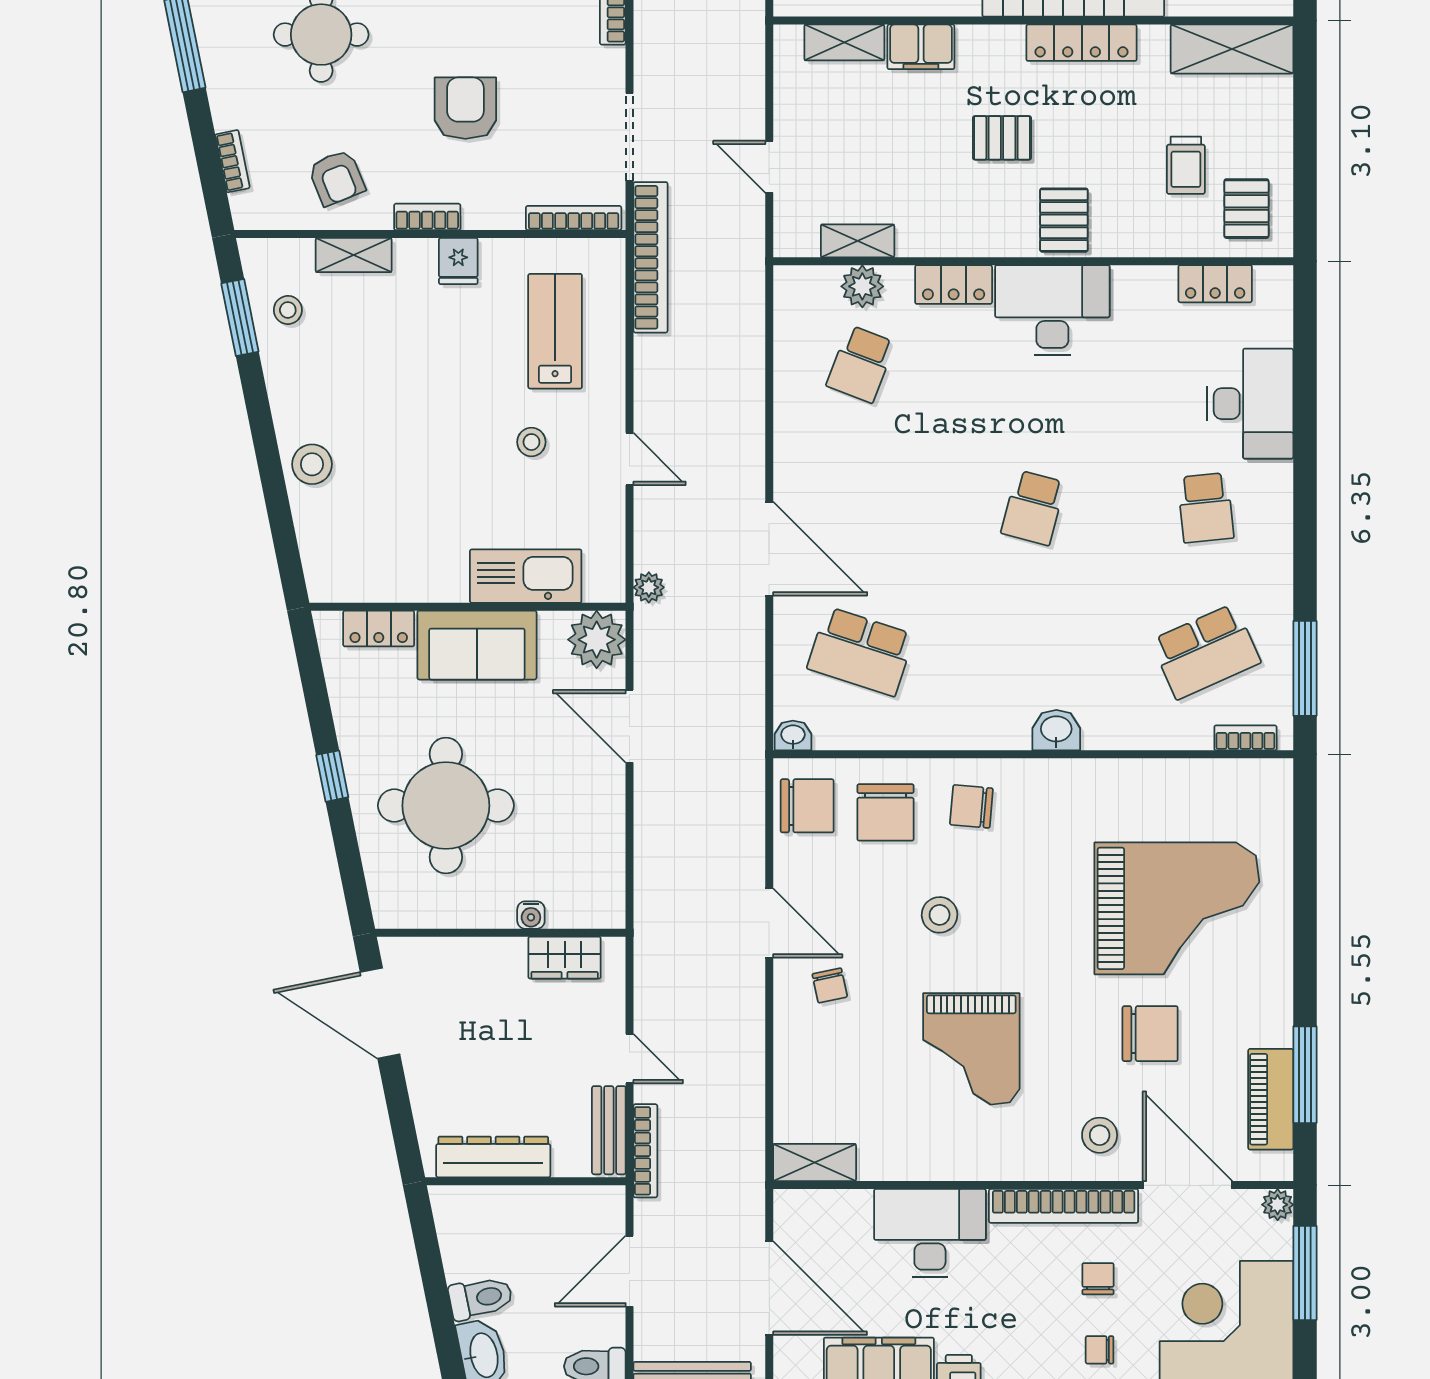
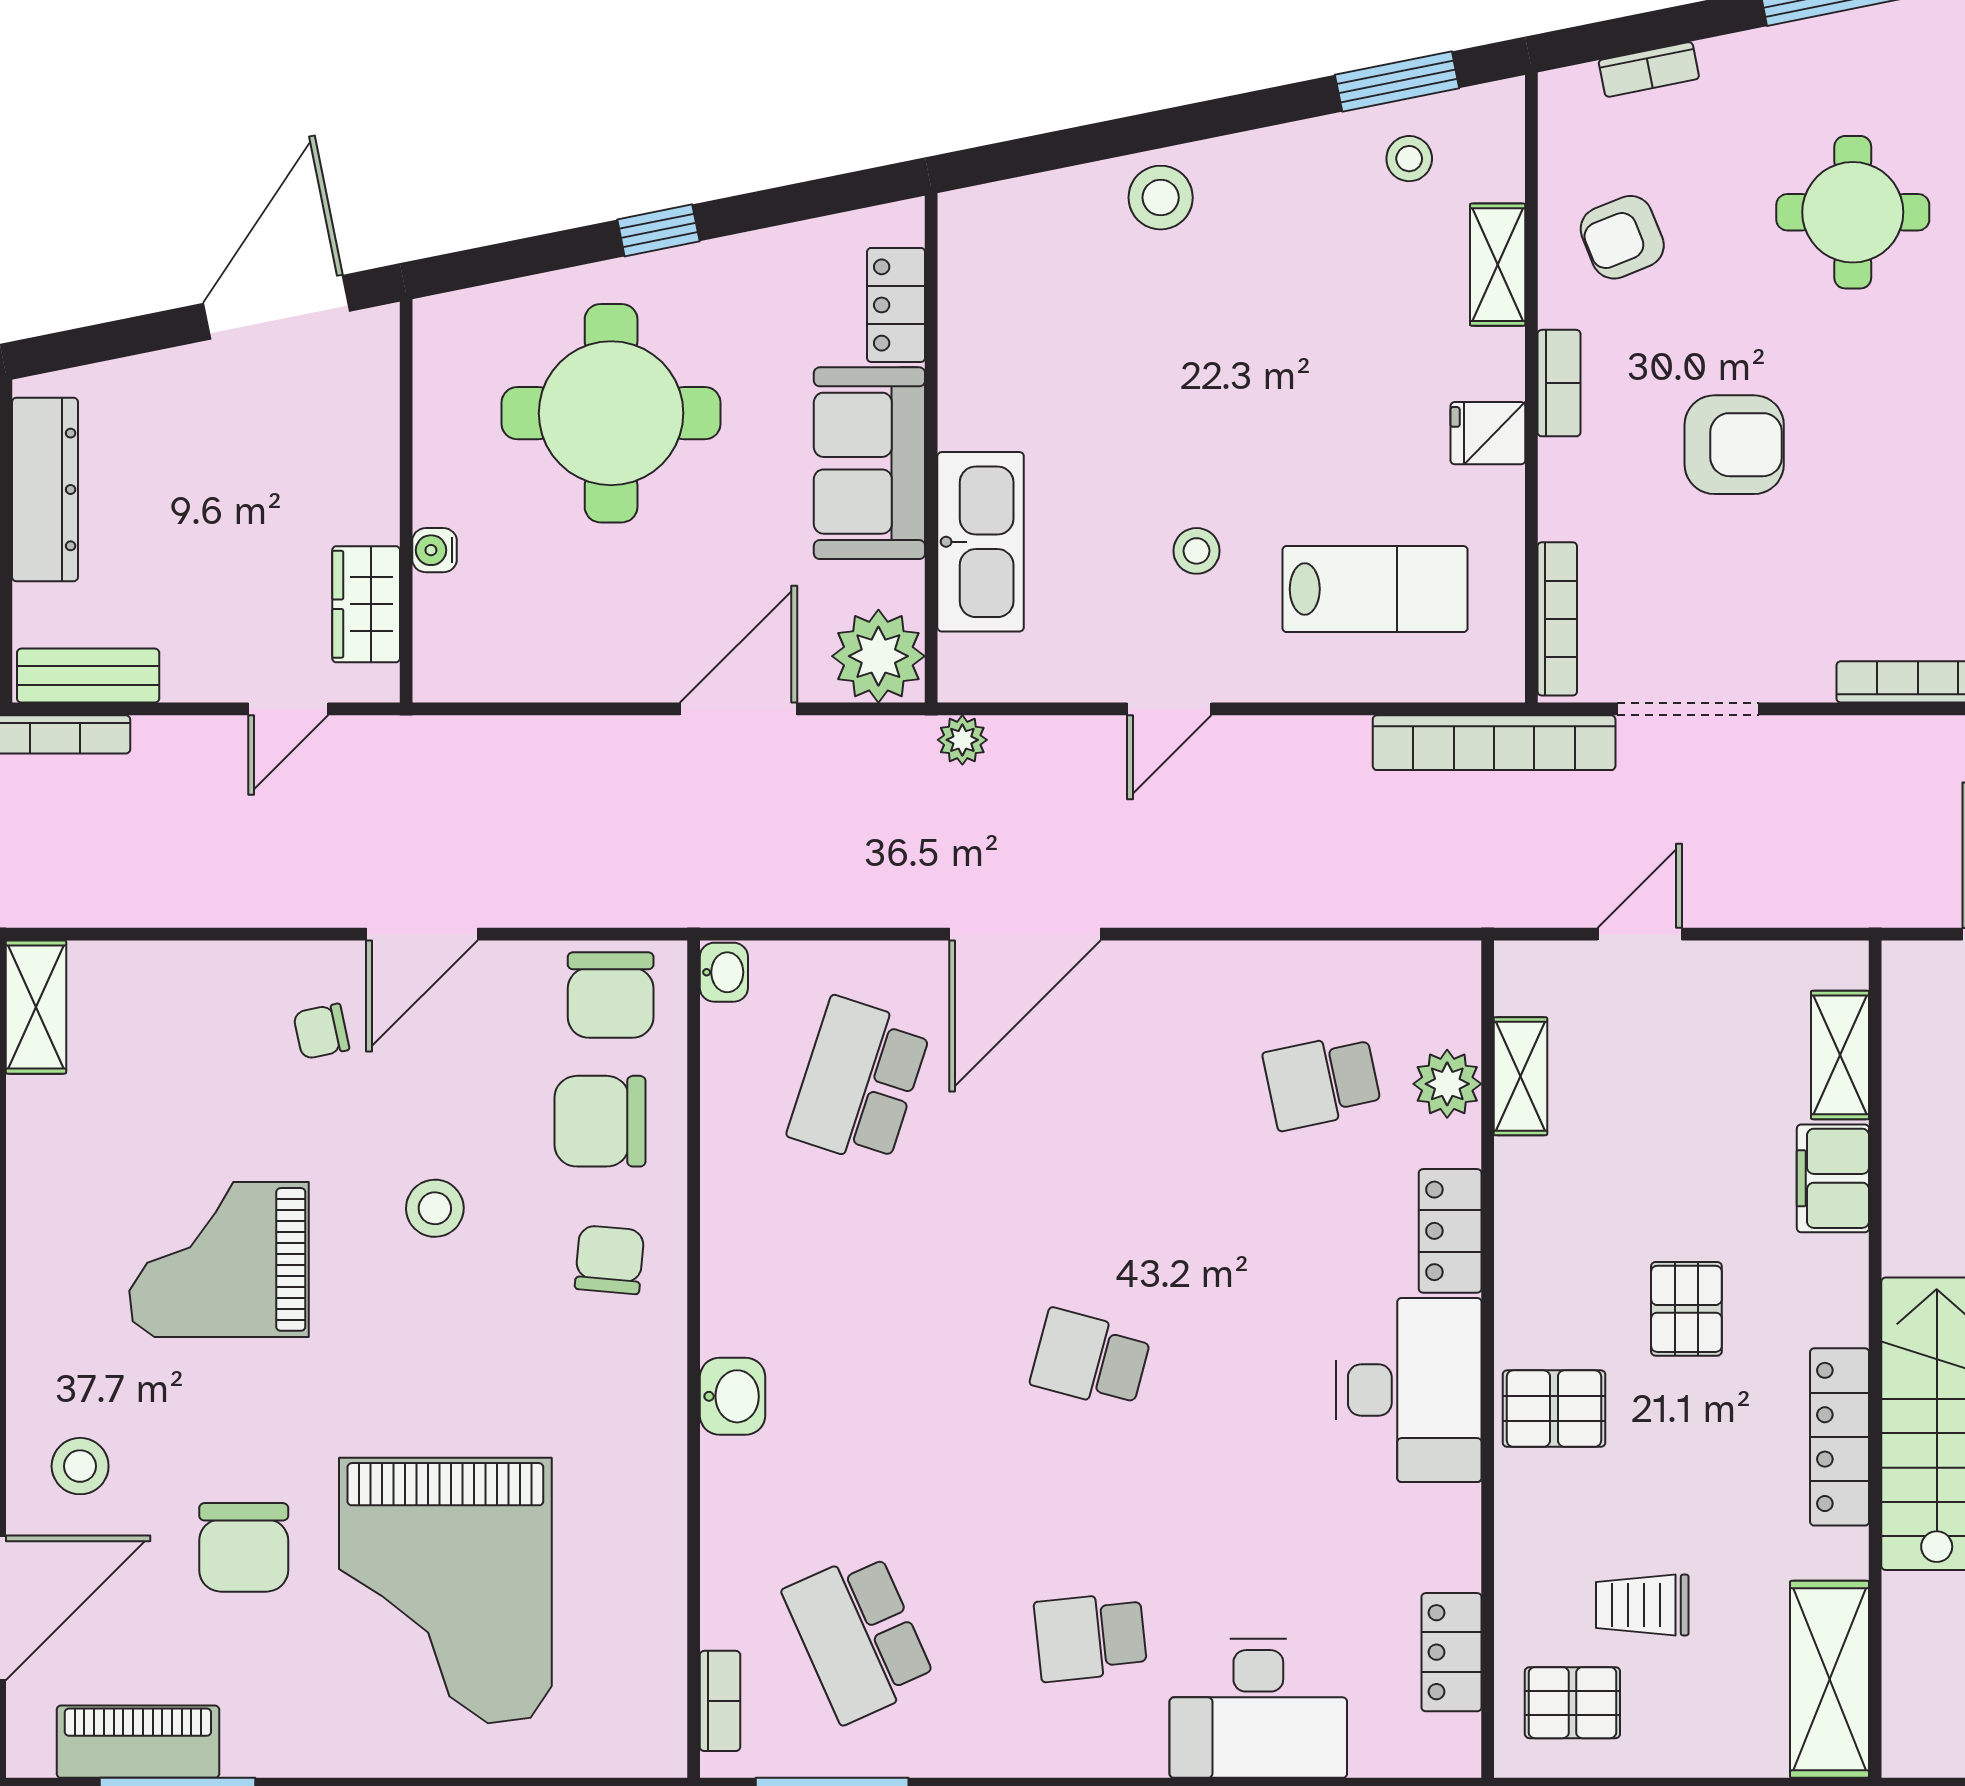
school desk: (861, 364) -> (1322, 1081), turned -33
door: (630, 1059) -> (288, 709), moved

